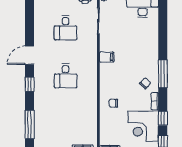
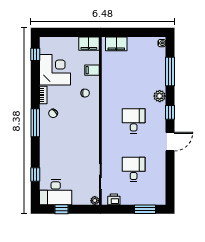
filing cabinet: (107, 57) -> (92, 70), moved
plant: (40, 100) -> (160, 96), added
window: (163, 118) -> (35, 175), moved

